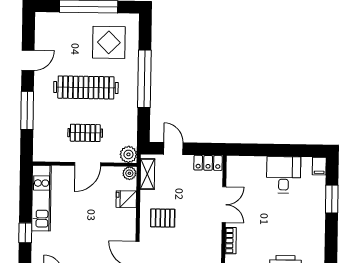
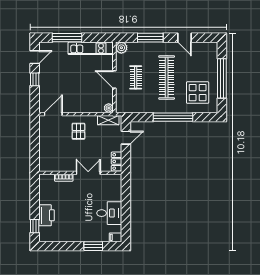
plant: (128, 154) -> (121, 48), moved
fridge: (126, 199) -> (91, 106), removed
double door: (224, 205) -> (88, 173), swing flipped
window: (25, 233) -> (67, 38), width x2.17

